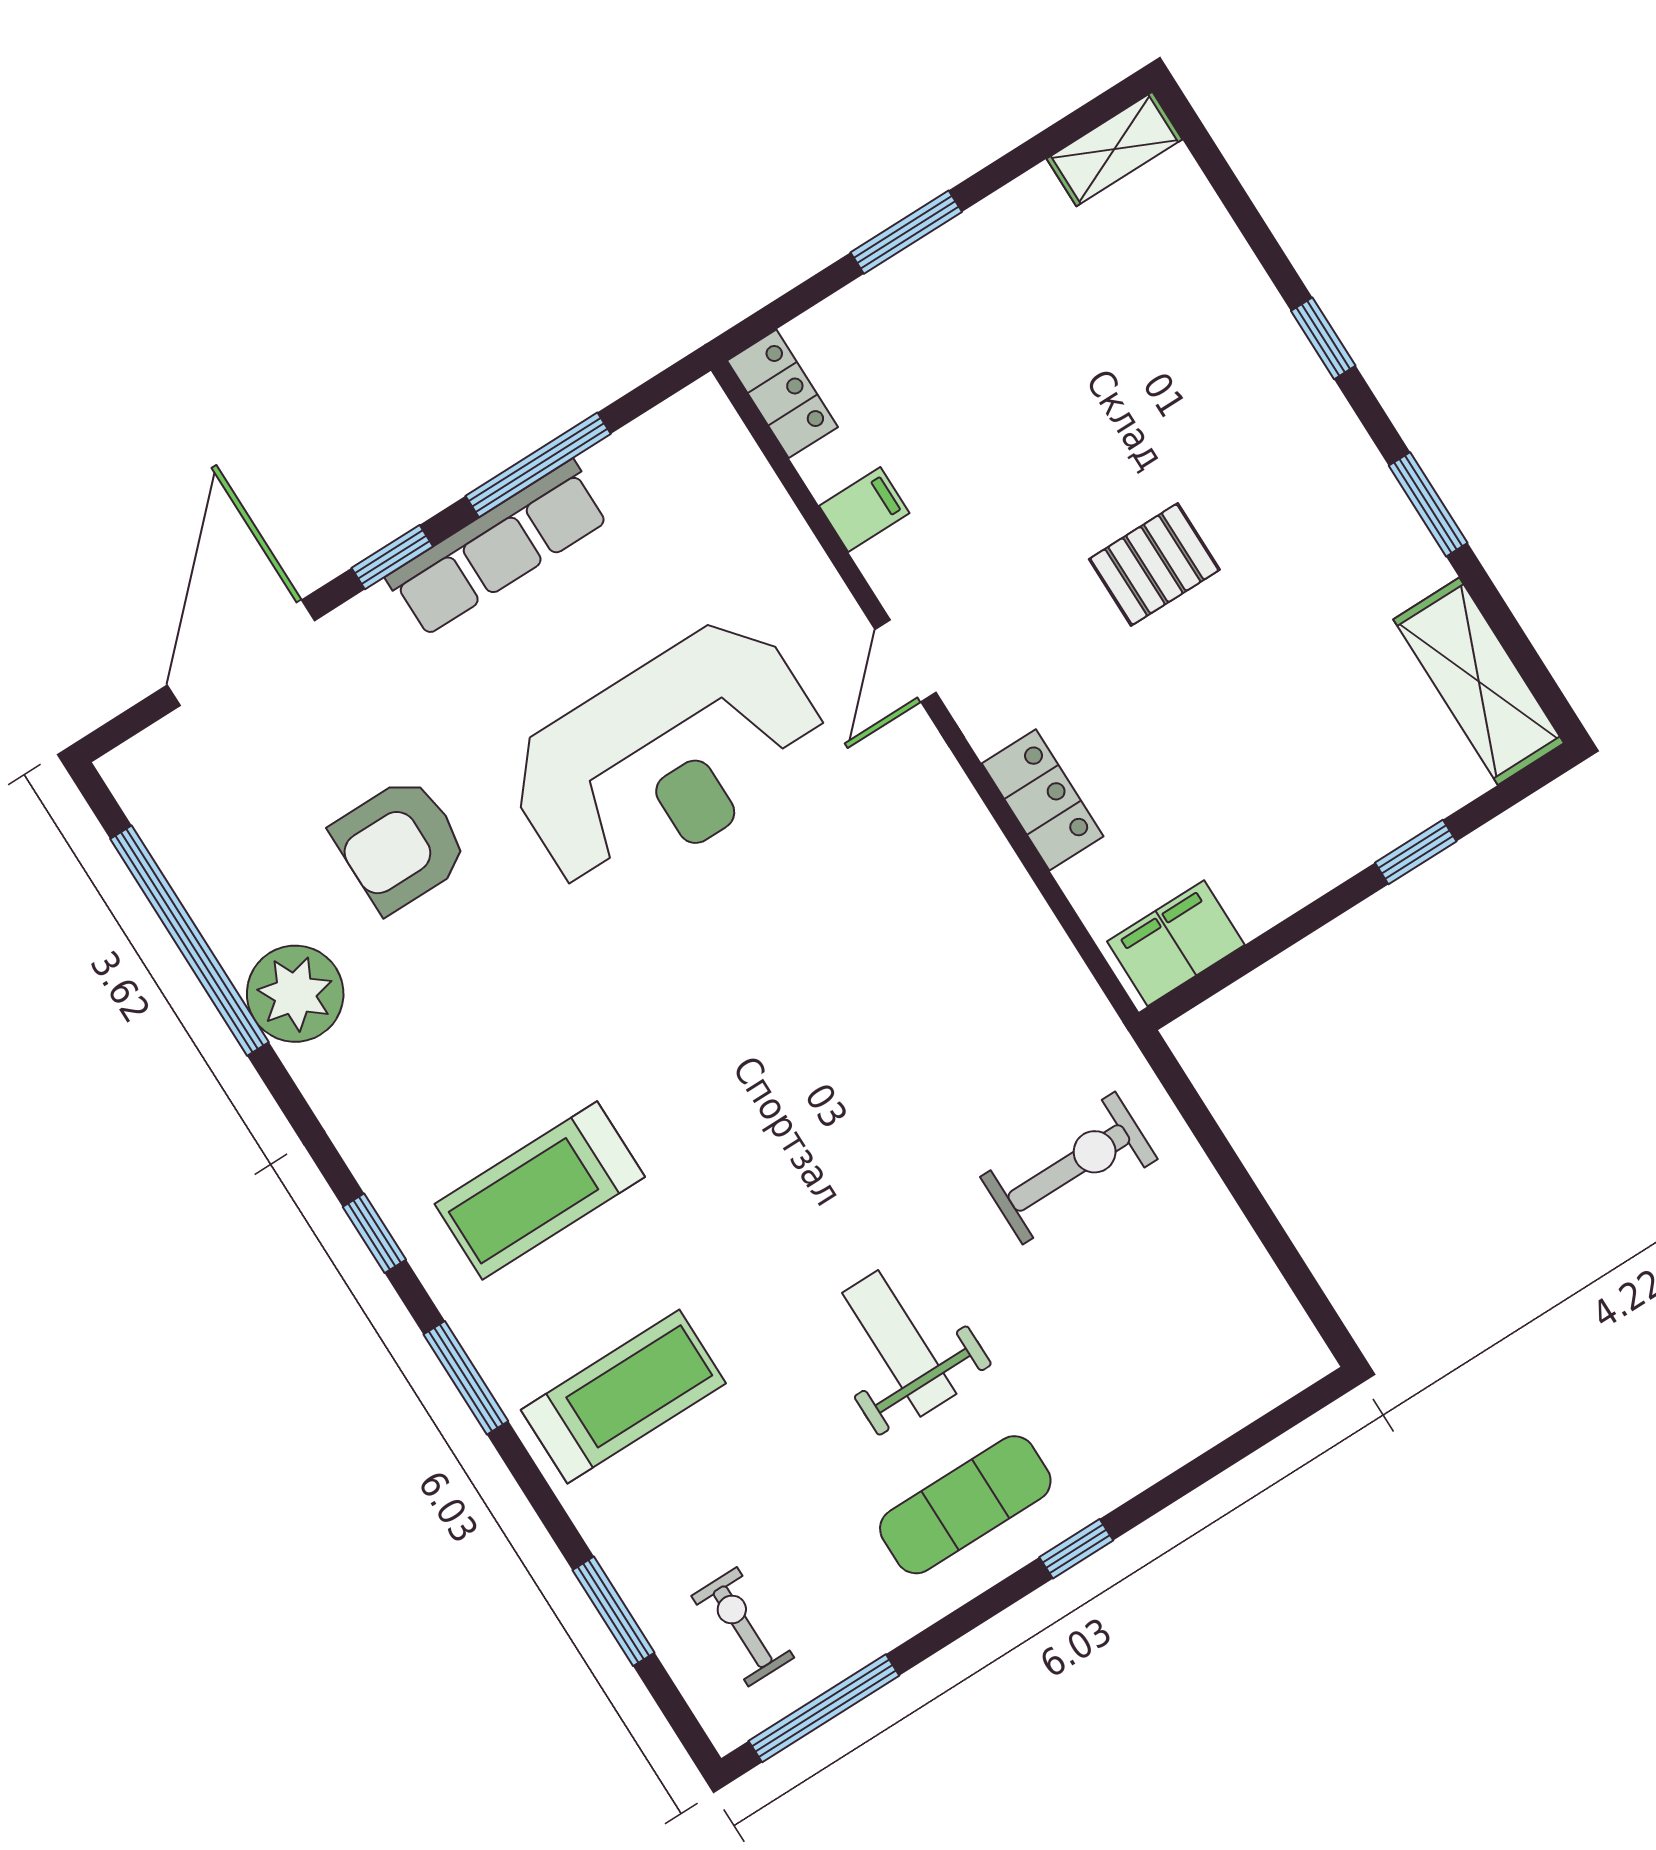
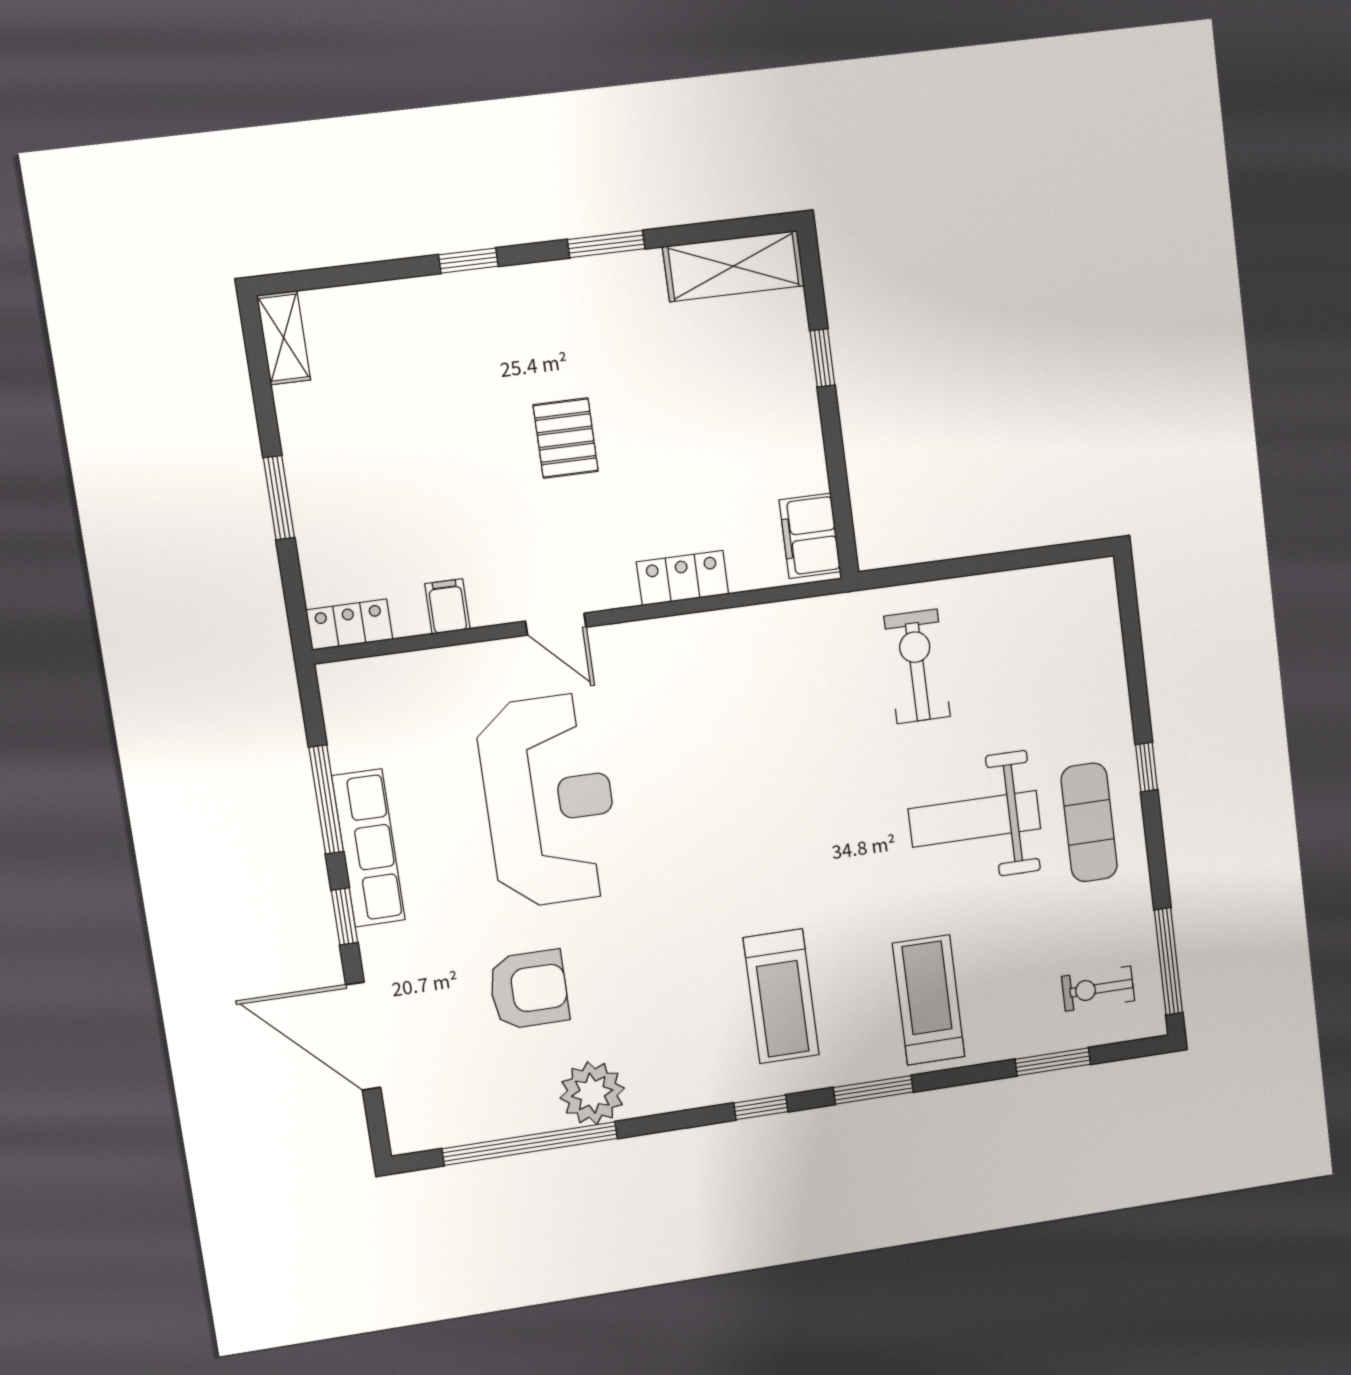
armchair: (400, 845) -> (529, 989), turned -90
weight bench: (899, 1343) -> (975, 819), width x1.36, depth x1.33

